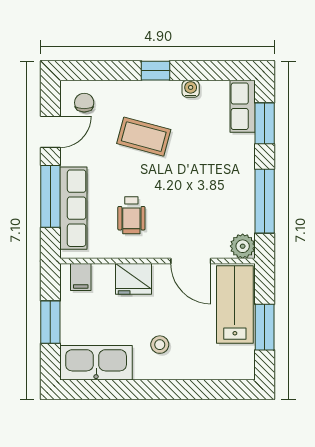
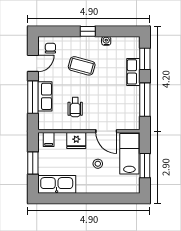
row of seats: (243, 106) -> (133, 72), moved
row of seats: (73, 208) -> (45, 96), width x0.68
plant: (243, 246) -> (133, 123), removed
stool: (160, 345) -> (98, 164), moved

